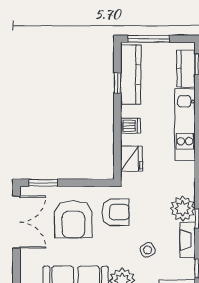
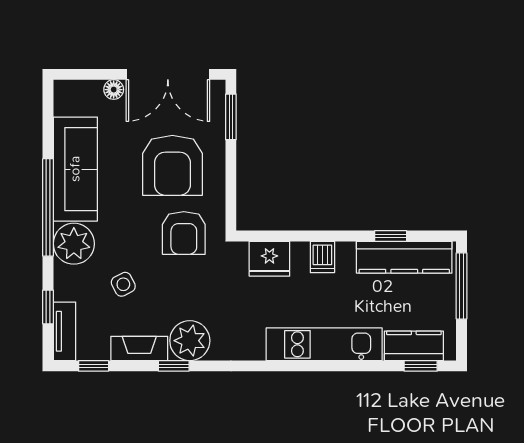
armchair: (73, 219) -> (172, 165), turned -90
floor lamp: (26, 256) -> (114, 90), added

